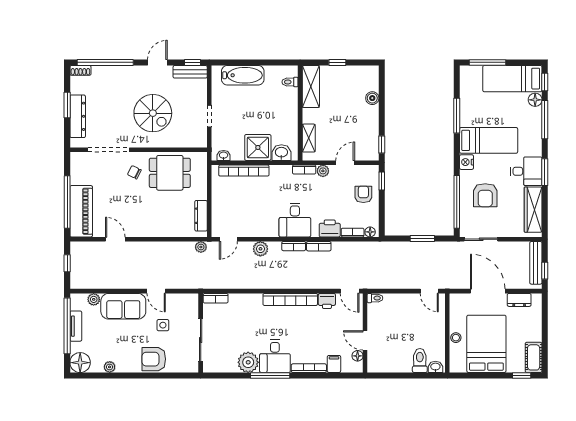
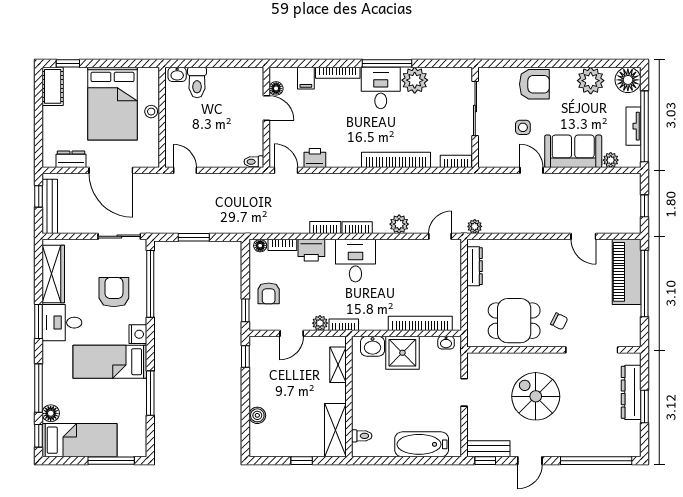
shoe rack: (80, 70) -> (628, 451), removed
bookcase: (290, 299) -> (396, 160), moved
plant: (110, 367) -> (591, 81), width x1.88, depth x1.88

